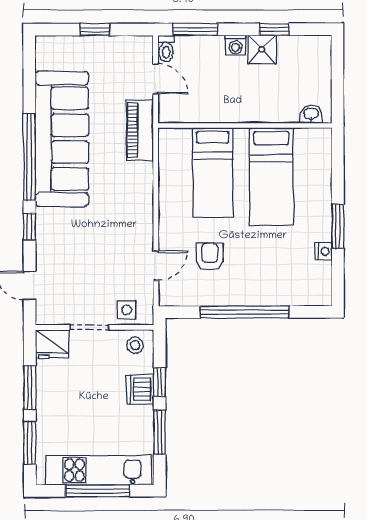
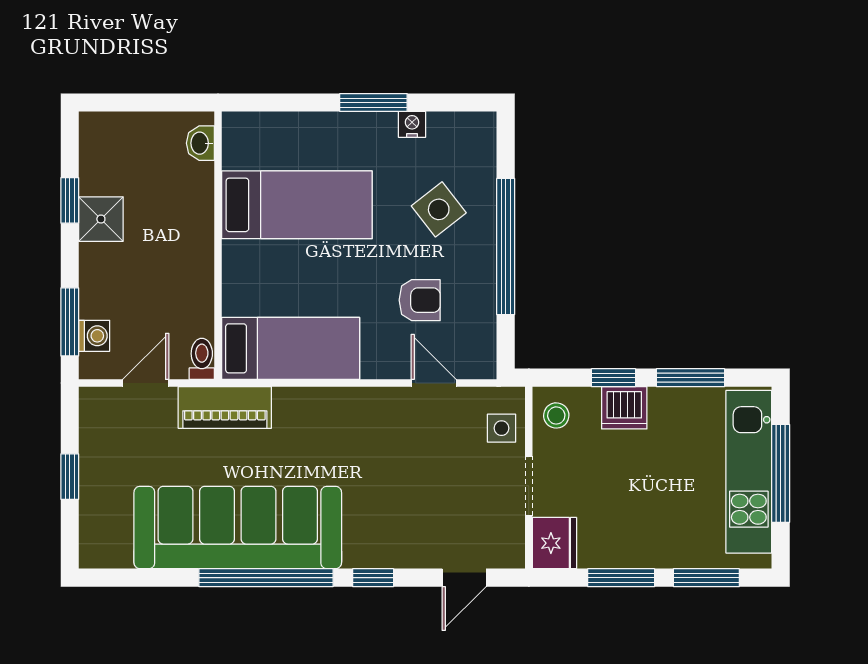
washing machine: (236, 45) -> (94, 336), moved
toilet: (166, 49) -> (202, 359), moved, turned -90
bed: (213, 173) -> (291, 348), moved
armchair: (210, 256) -> (420, 300), turned 180
side table: (269, 269) -> (439, 209), added

